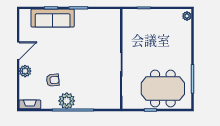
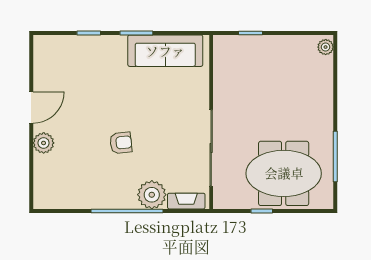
sofa: (53, 18) -> (165, 51), moved
armchair: (53, 80) -> (121, 143), moved
plant: (67, 101) -> (152, 195), moved
fireplace: (30, 104) -> (186, 201), moved

